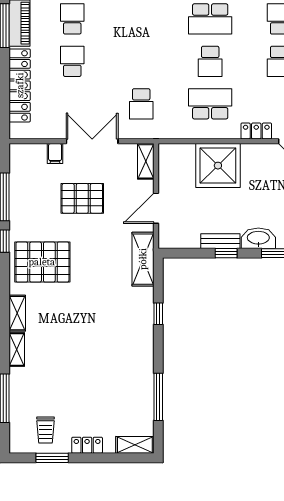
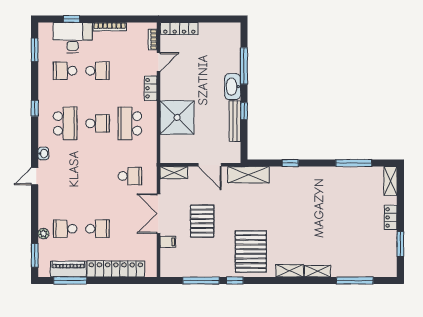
school desk: (72, 61) -> (97, 229), turned 180
bench: (220, 241) -> (235, 121), width x1.36
trolley: (45, 430) -> (379, 249), removed

